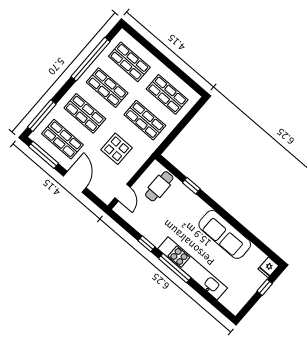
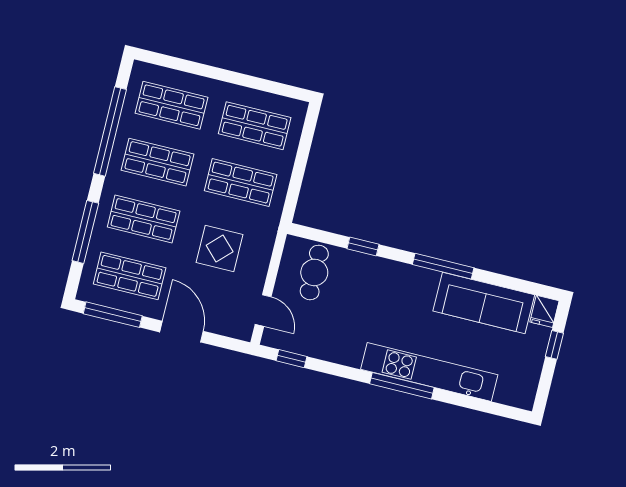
window: (42, 116) -> (85, 232), moved
window: (228, 217) -> (443, 266), added
sofa: (225, 234) -> (484, 303), moved
window: (146, 244) -> (292, 359), moved

